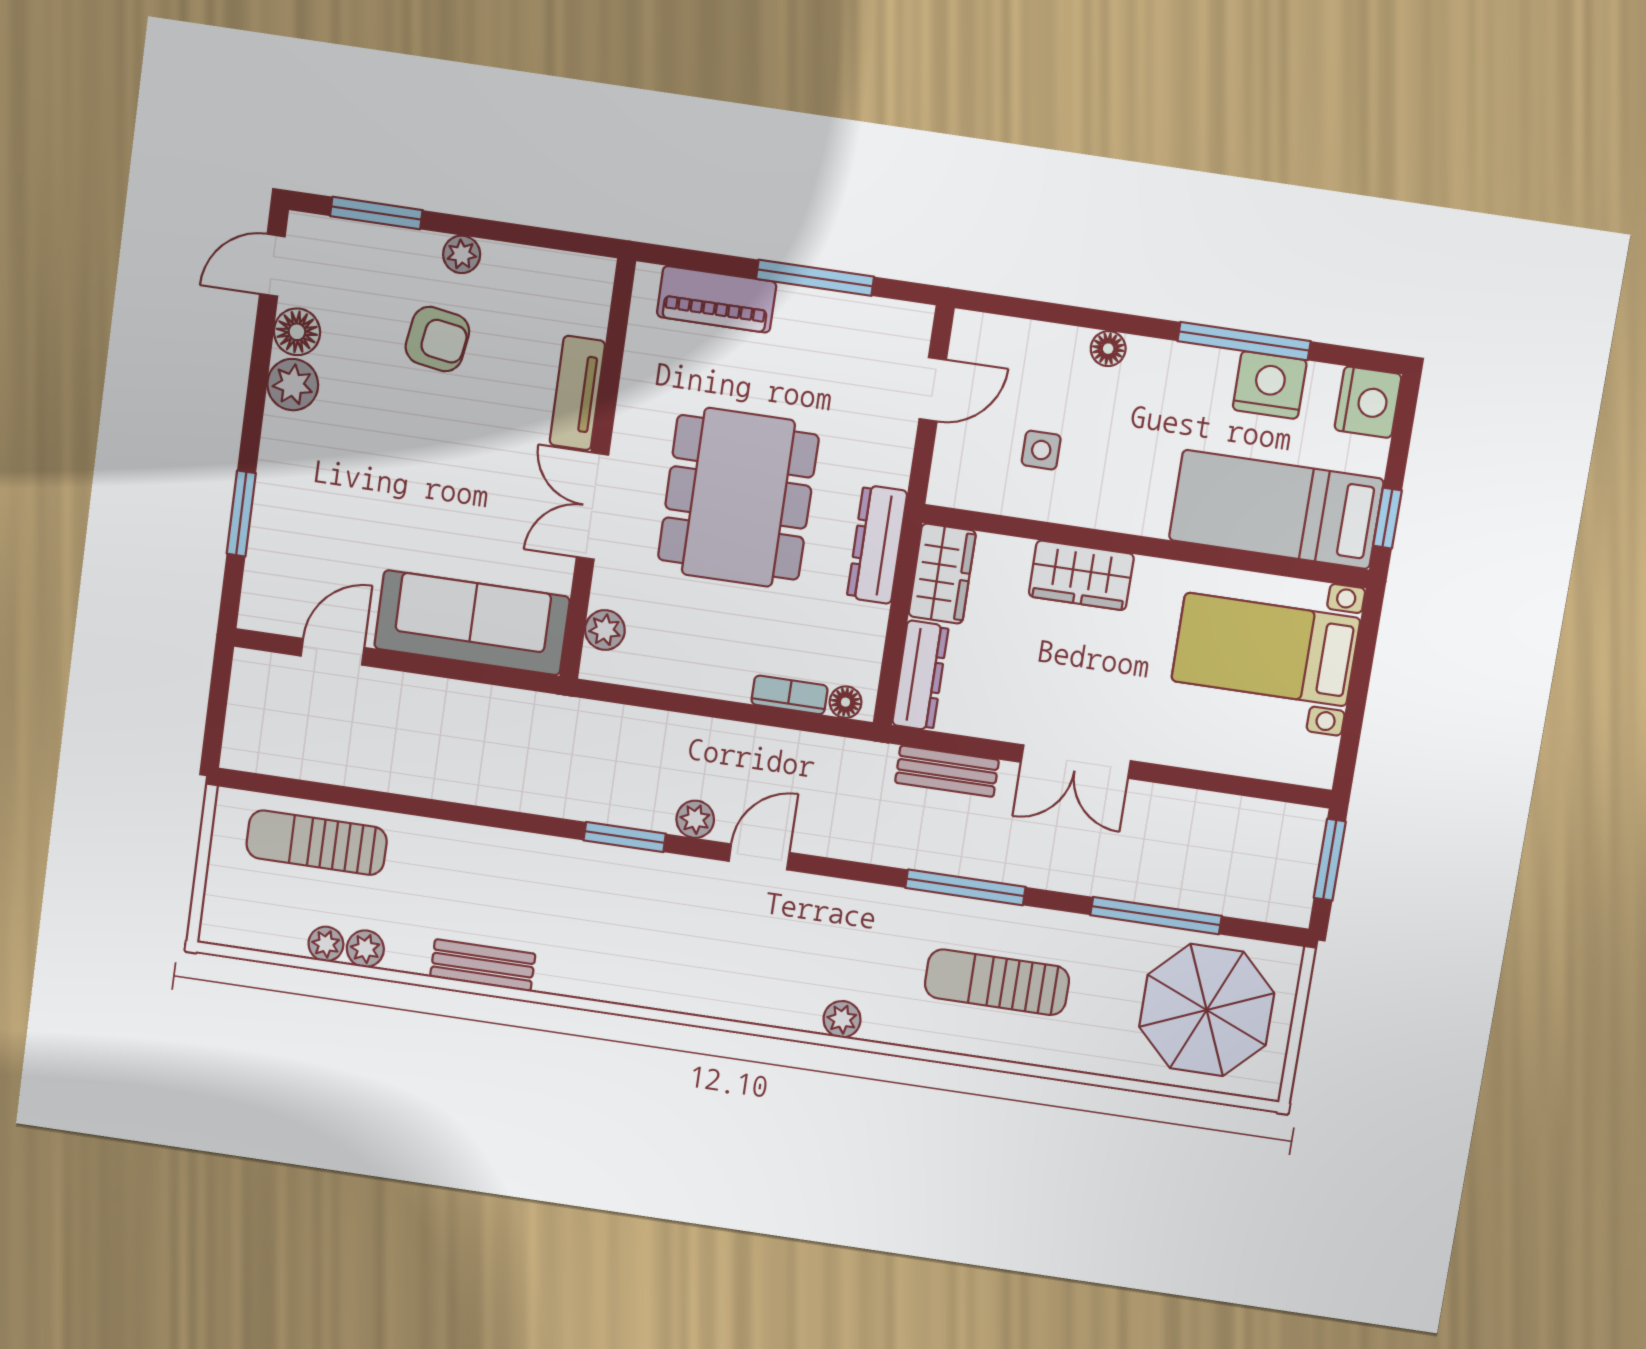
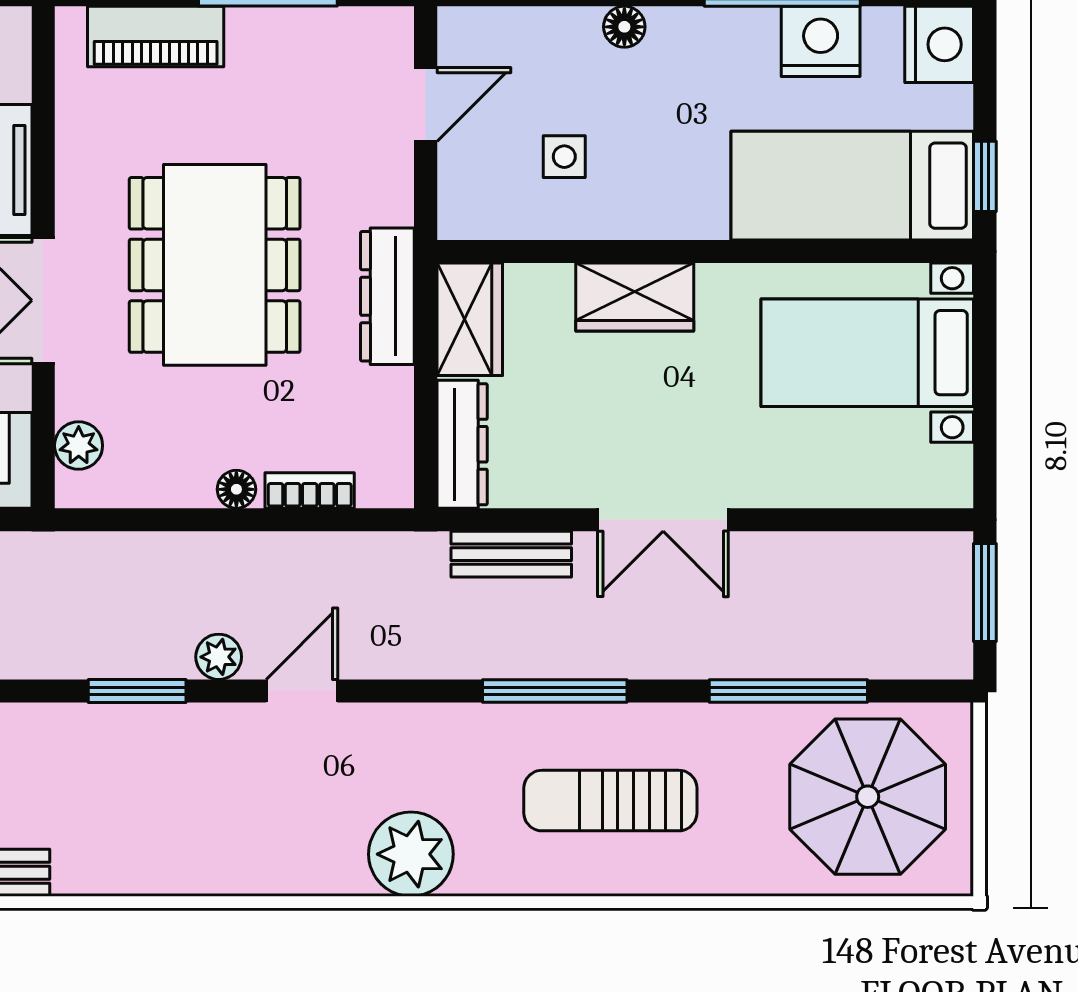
floor lamp: (846, 702) -> (236, 489), moved
plant: (842, 1019) -> (411, 854), width x1.87, depth x1.87

